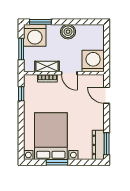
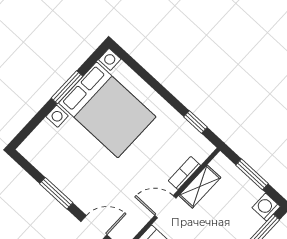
washing machine: (35, 35) -> (266, 207), width x0.53, depth x0.53
window: (107, 144) -> (56, 193), moved
dresser: (98, 145) -> (41, 159), removed

